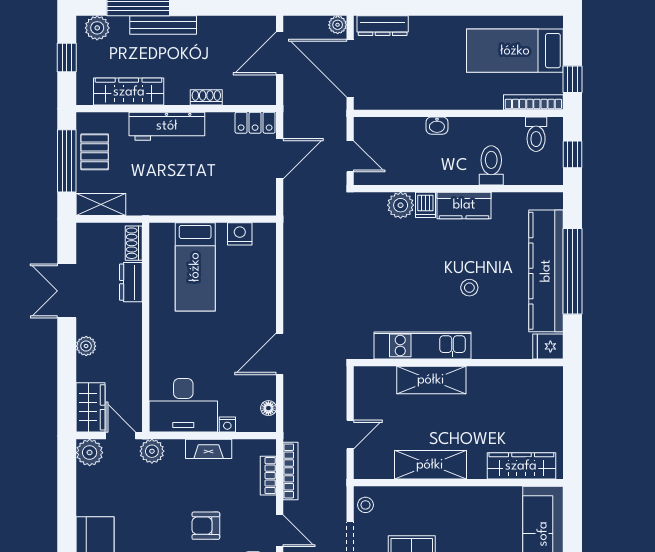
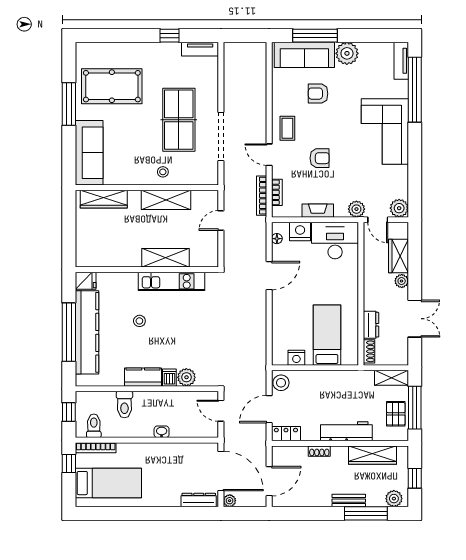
bench: (163, 25) -> (349, 501), width x0.73
stool: (262, 197) -> (281, 383), added
wardrobe: (90, 407) -> (398, 256), moved
nightstand: (227, 424) -> (300, 231), width x1.89, depth x1.79
stool: (365, 505) -> (163, 172), moved

